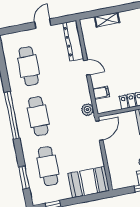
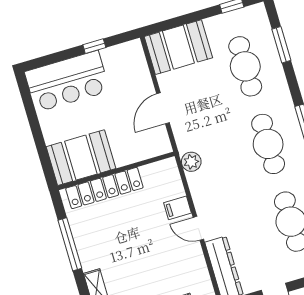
filing cabinet: (101, 93) -> (178, 208), moved
door: (99, 131) -> (163, 108), moved

